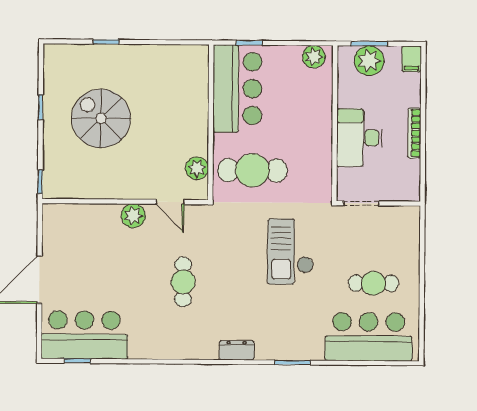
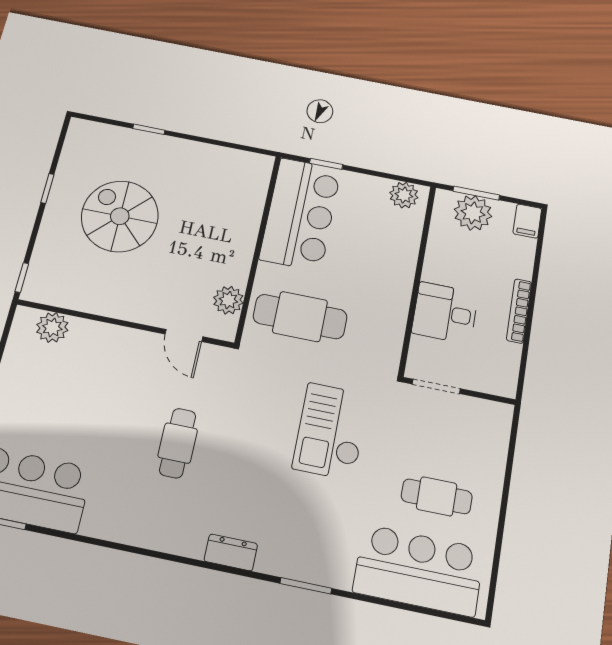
desk: (359, 138) -> (445, 313), width x0.73
plant: (133, 216) -> (52, 327), moved

